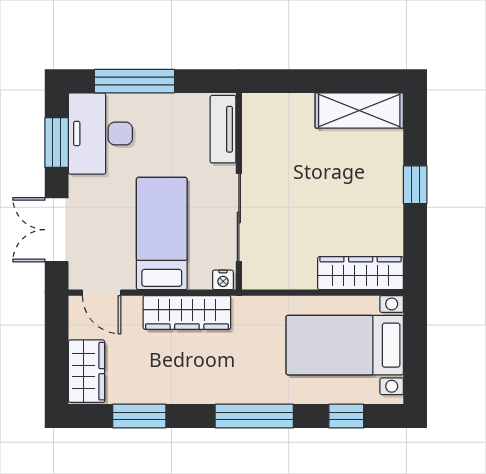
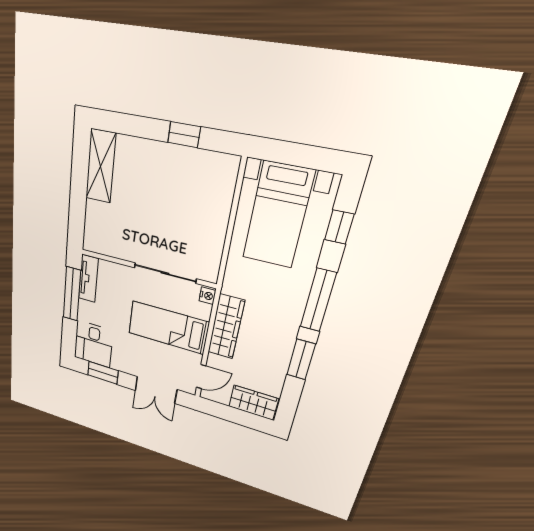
window: (134, 81) -> (72, 294), moved
tv unit: (223, 129) -> (88, 279), moved, turned -90
desk: (100, 133) -> (93, 344), width x0.73
window: (415, 185) -> (184, 135), moved
wardrobe: (361, 273) -> (222, 190), removed
window: (139, 416) -> (301, 359), moved

